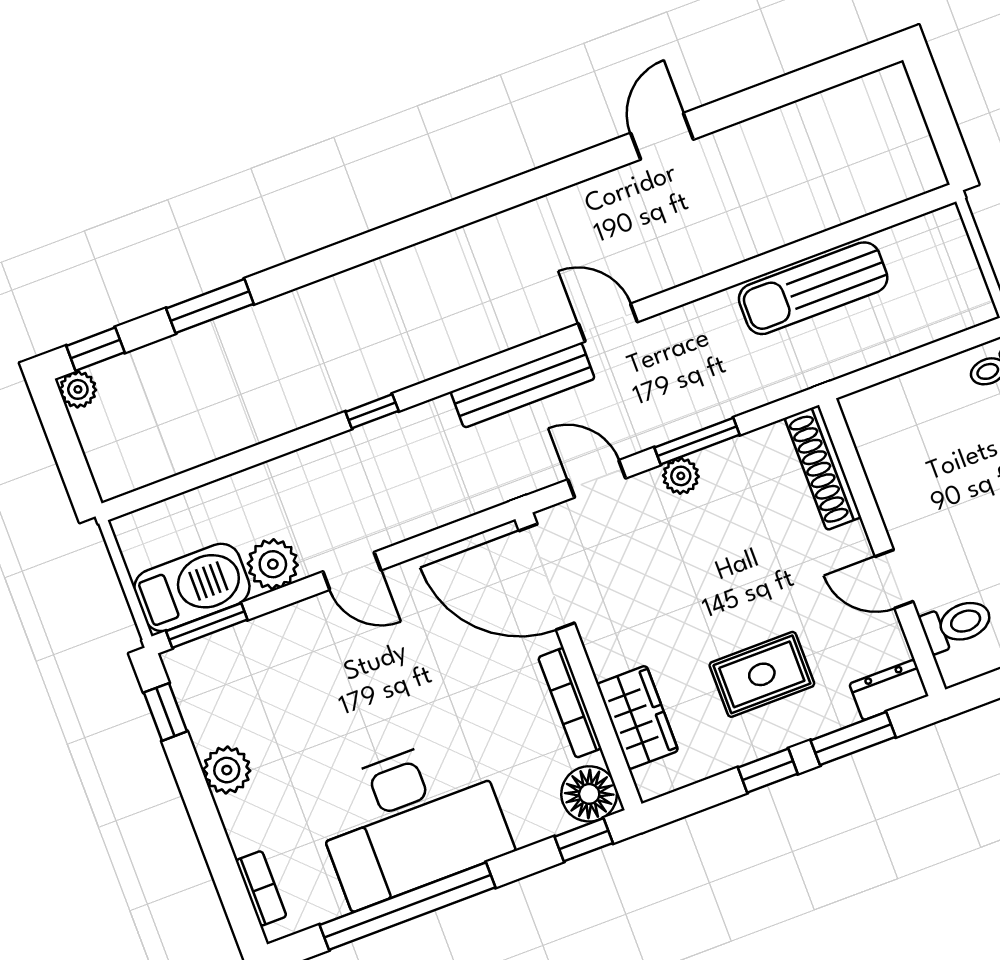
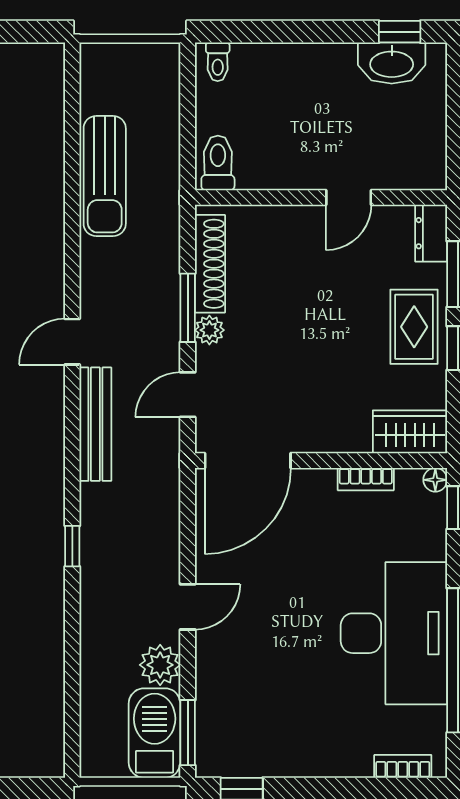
shoe rack: (823, 468) -> (210, 264), moved, turned -90
toilet: (957, 624) -> (218, 163), moved
rug: (762, 674) -> (414, 327), moved
bookcase: (570, 703) -> (366, 479), width x0.64
wardrobe: (637, 717) -> (410, 432), moved
plant: (227, 770) -> (303, 759), removed
floor lamp: (589, 794) -> (435, 480), width x0.53, depth x0.53

